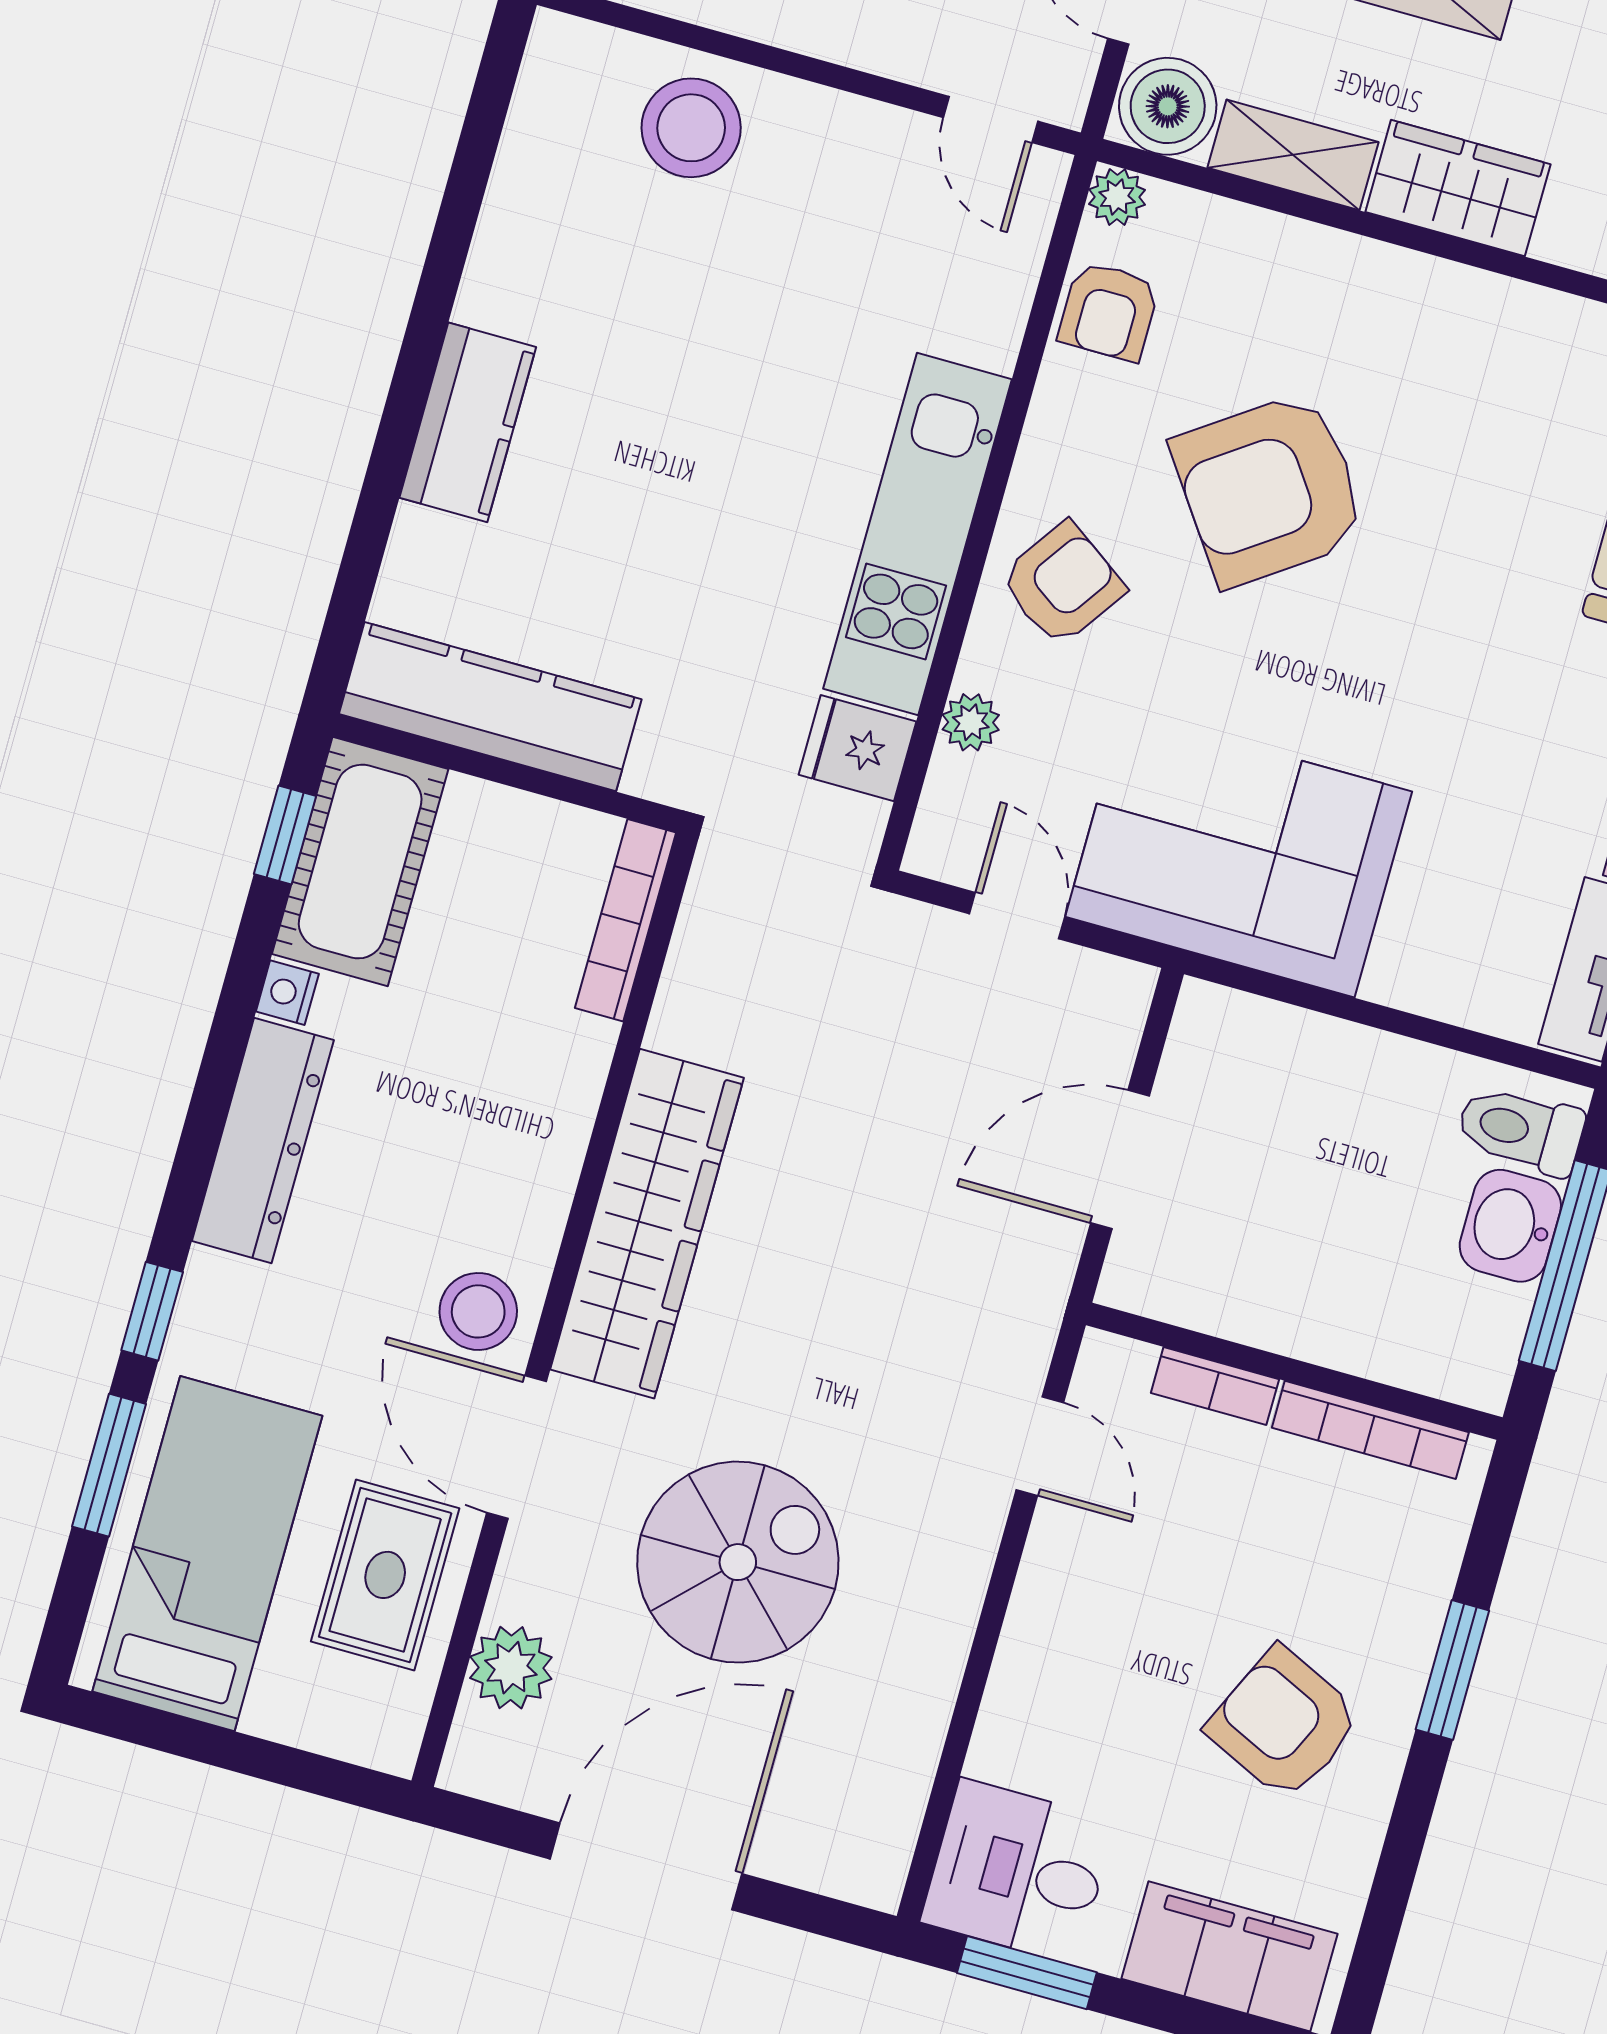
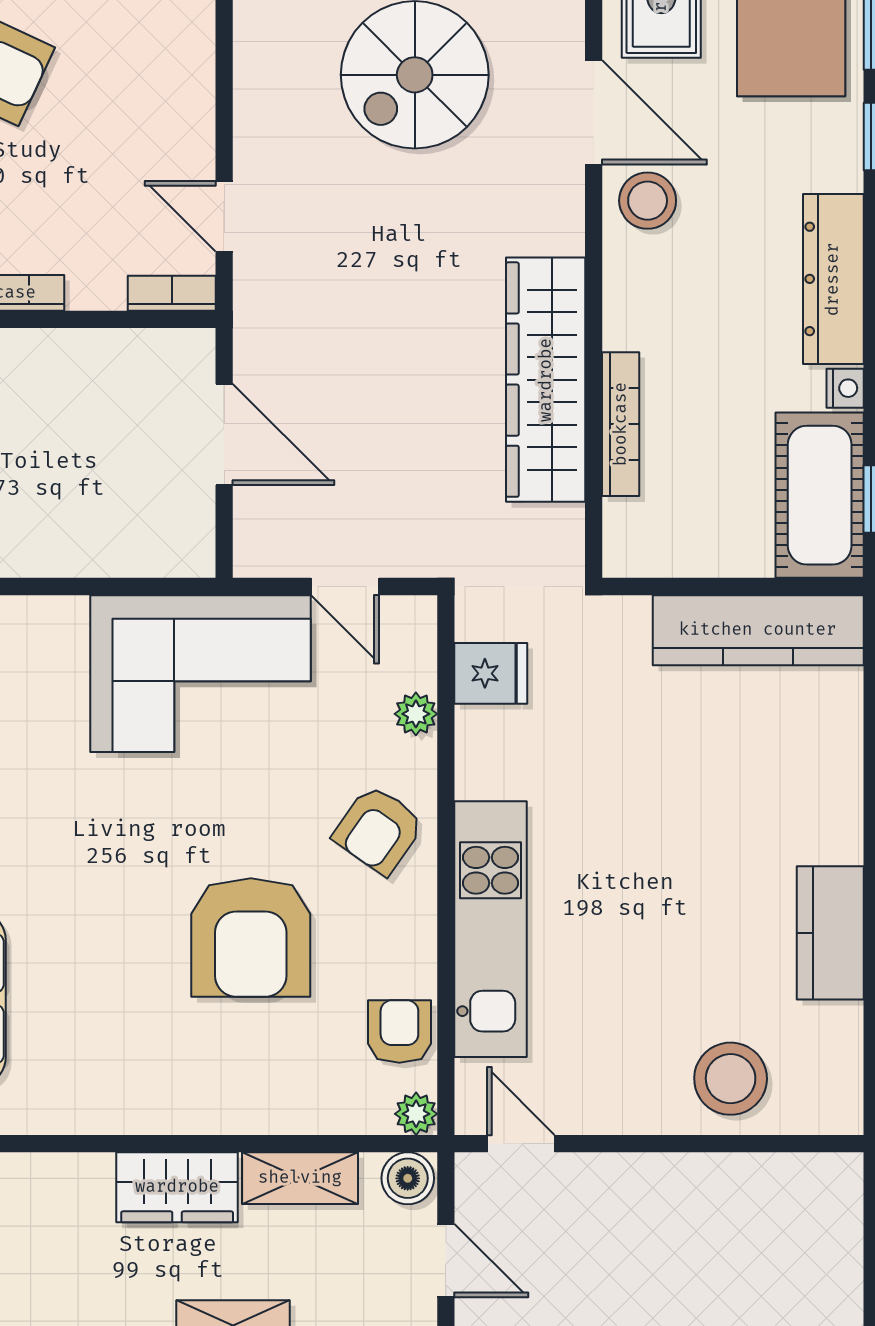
boiler: (1168, 106) -> (408, 1178), width x0.73, depth x0.73
kitchen counter: (468, 422) -> (830, 933), moved
armchair: (1269, 489) -> (251, 937), turned 125
kitchen unit: (918, 534) -> (491, 929), moved
bookcase: (625, 920) -> (621, 424), moved
door: (1120, 1159) -> (224, 435), hinge flipped
wardrobe: (647, 1224) -> (546, 380), moved
bookcase: (1215, 1386) -> (172, 293), moved

